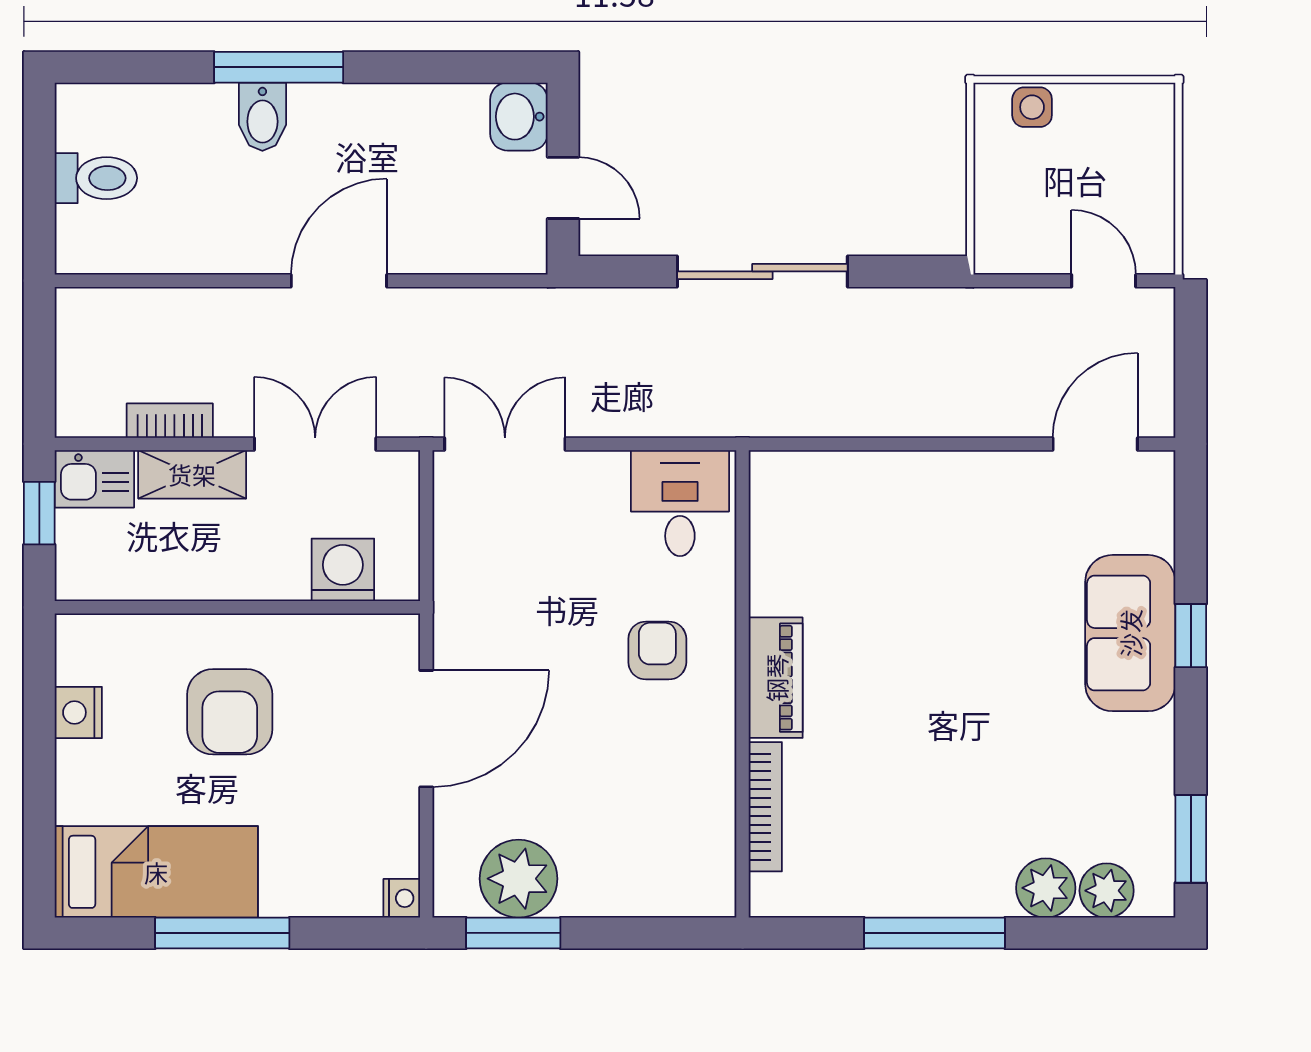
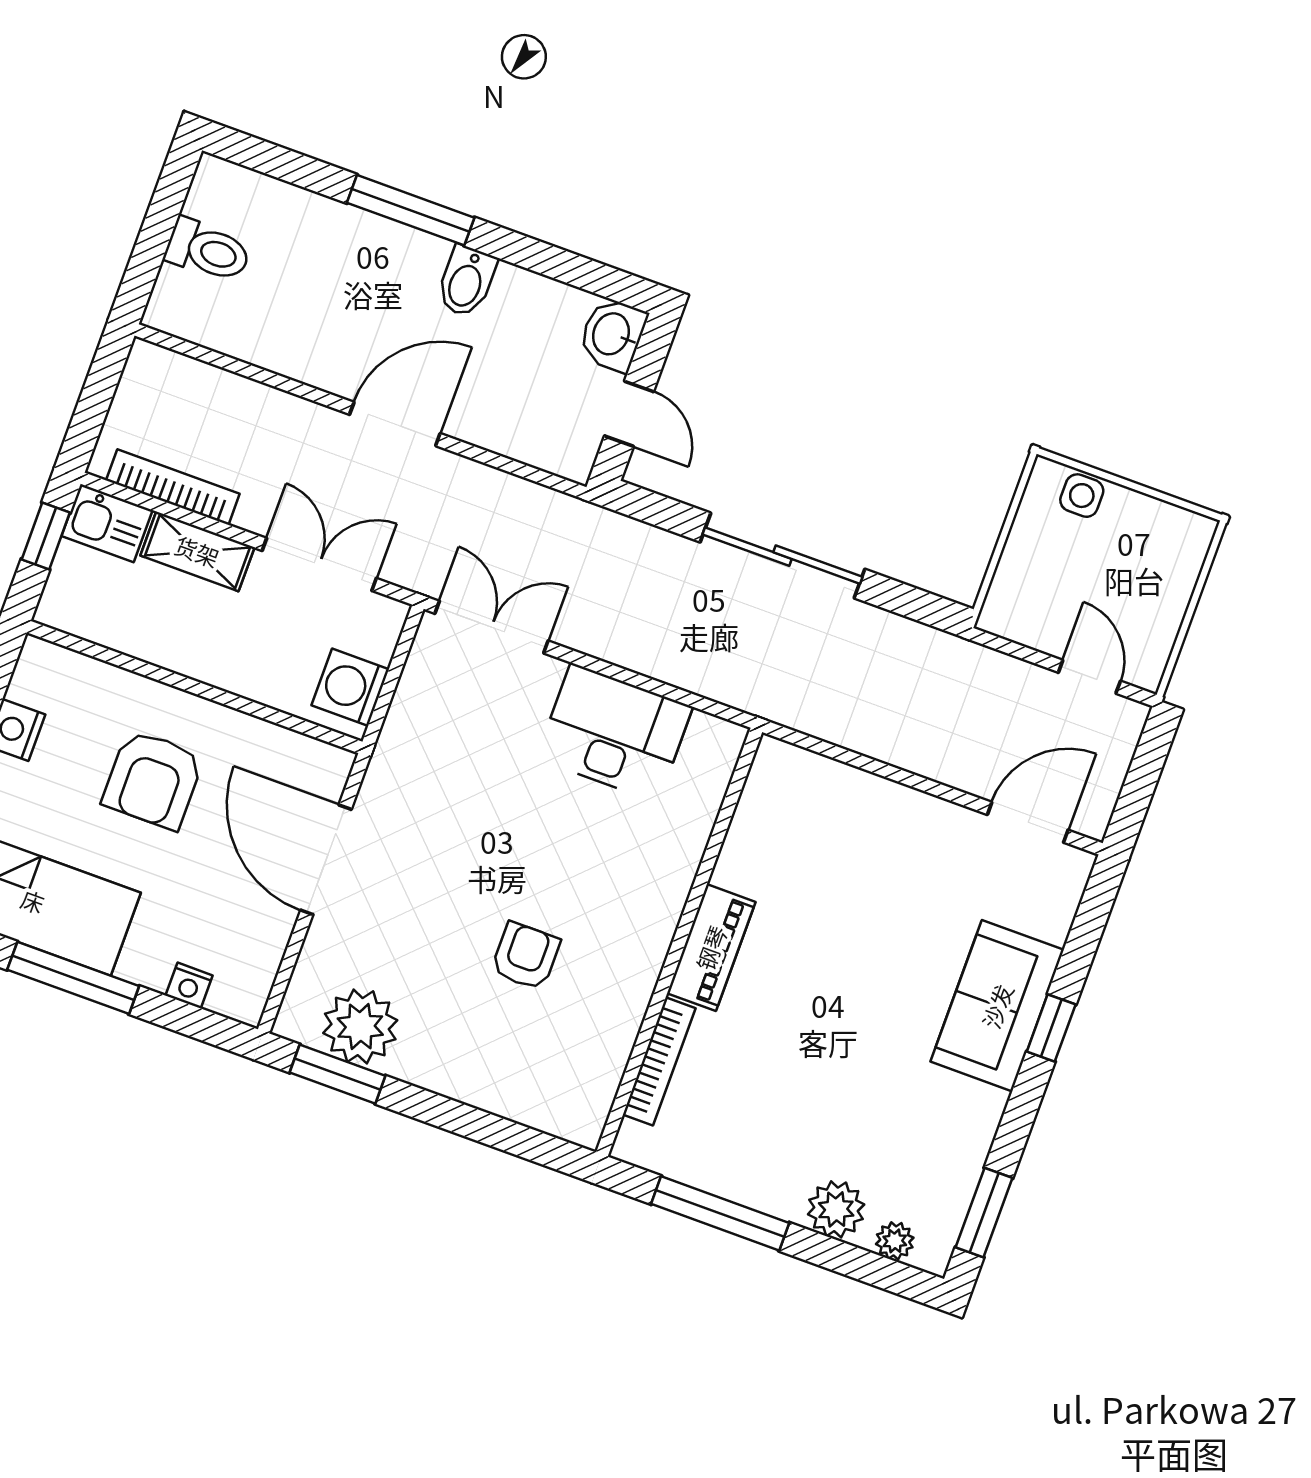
bidet: (262, 117) -> (466, 281), moved
bookcase: (170, 421) -> (173, 487), width x1.56
desk: (680, 503) -> (614, 733), width x1.37
washing machine: (343, 570) -> (350, 687), moved, turned -90
armchair: (657, 651) -> (526, 956), moved
piano: (776, 678) -> (711, 948), moved
wall: (743, 684) -> (679, 942), moved
door: (426, 729) -> (326, 860), swing flipped
bookcase: (765, 807) -> (659, 1061), moved
plant: (1107, 891) -> (895, 1241), width x0.73, depth x0.73
nightstand: (402, 898) -> (189, 985), moved, turned 90

